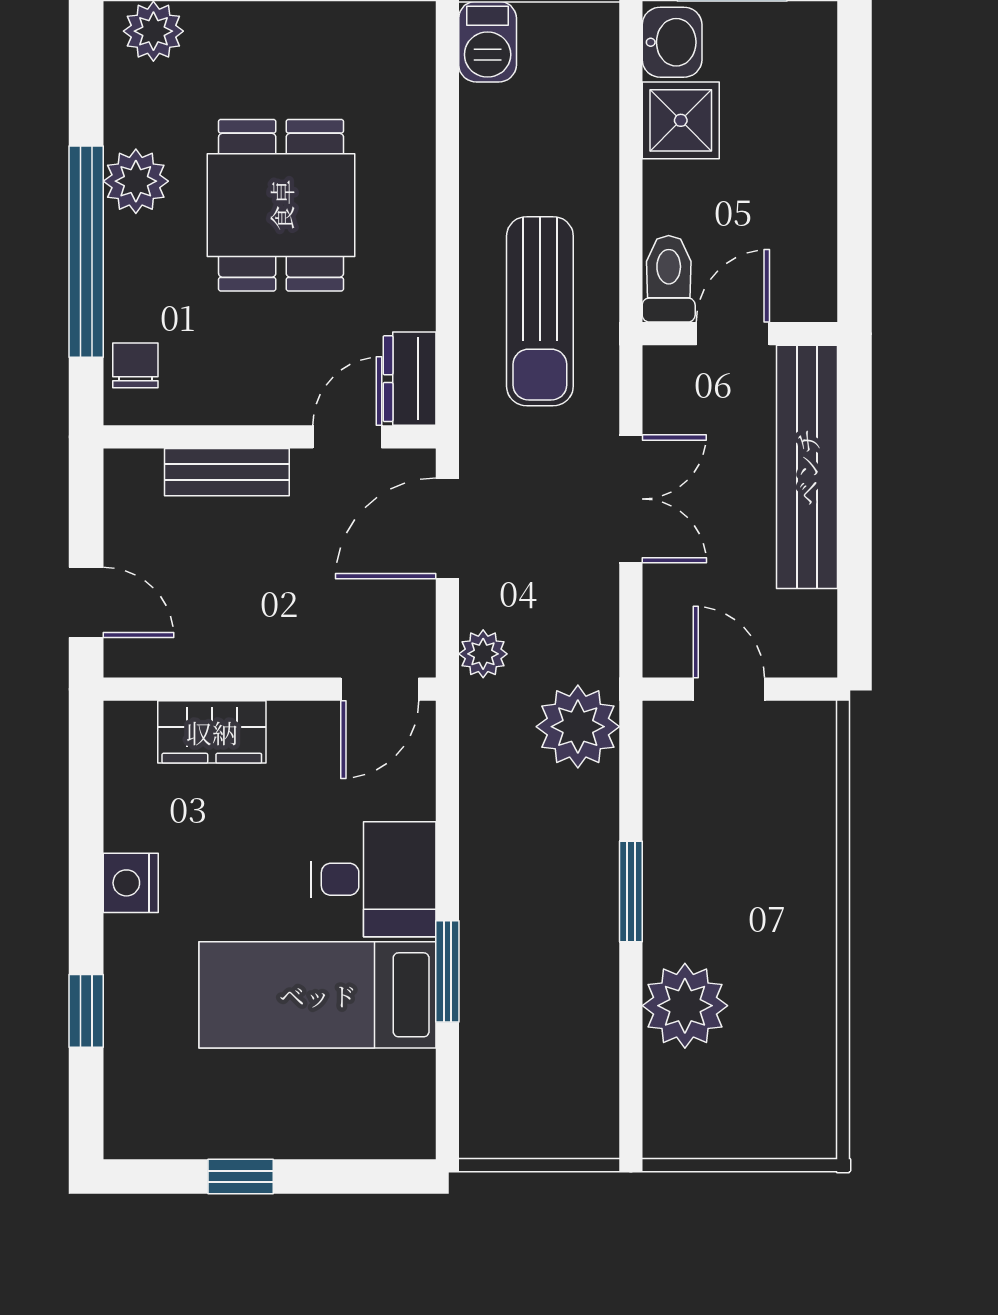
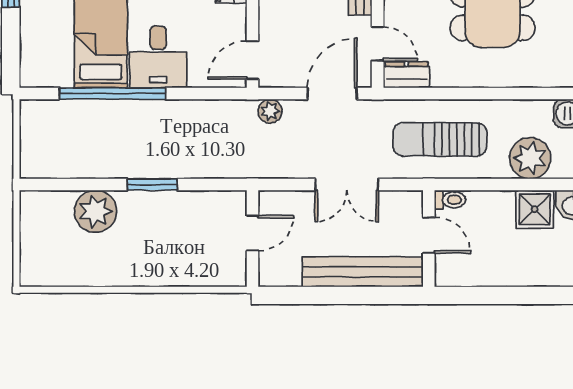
toilet: (669, 279) -> (450, 200), width x0.73, depth x0.72
door: (447, 528) -> (332, 94), hinge flipped
door: (380, 689) -> (252, 60), hinge flipped
plant: (578, 727) -> (530, 158), moved
window: (447, 971) -> (112, 94), width x2.11

